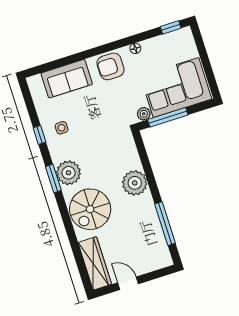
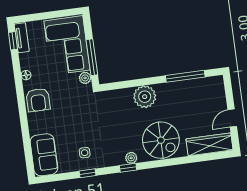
tv unit: (176, 36) -> (22, 38), added
sofa: (67, 79) -> (44, 155), moved
plant: (69, 173) -> (131, 158), width x0.53, depth x0.53
window: (53, 178) -> (128, 168), width x0.67

